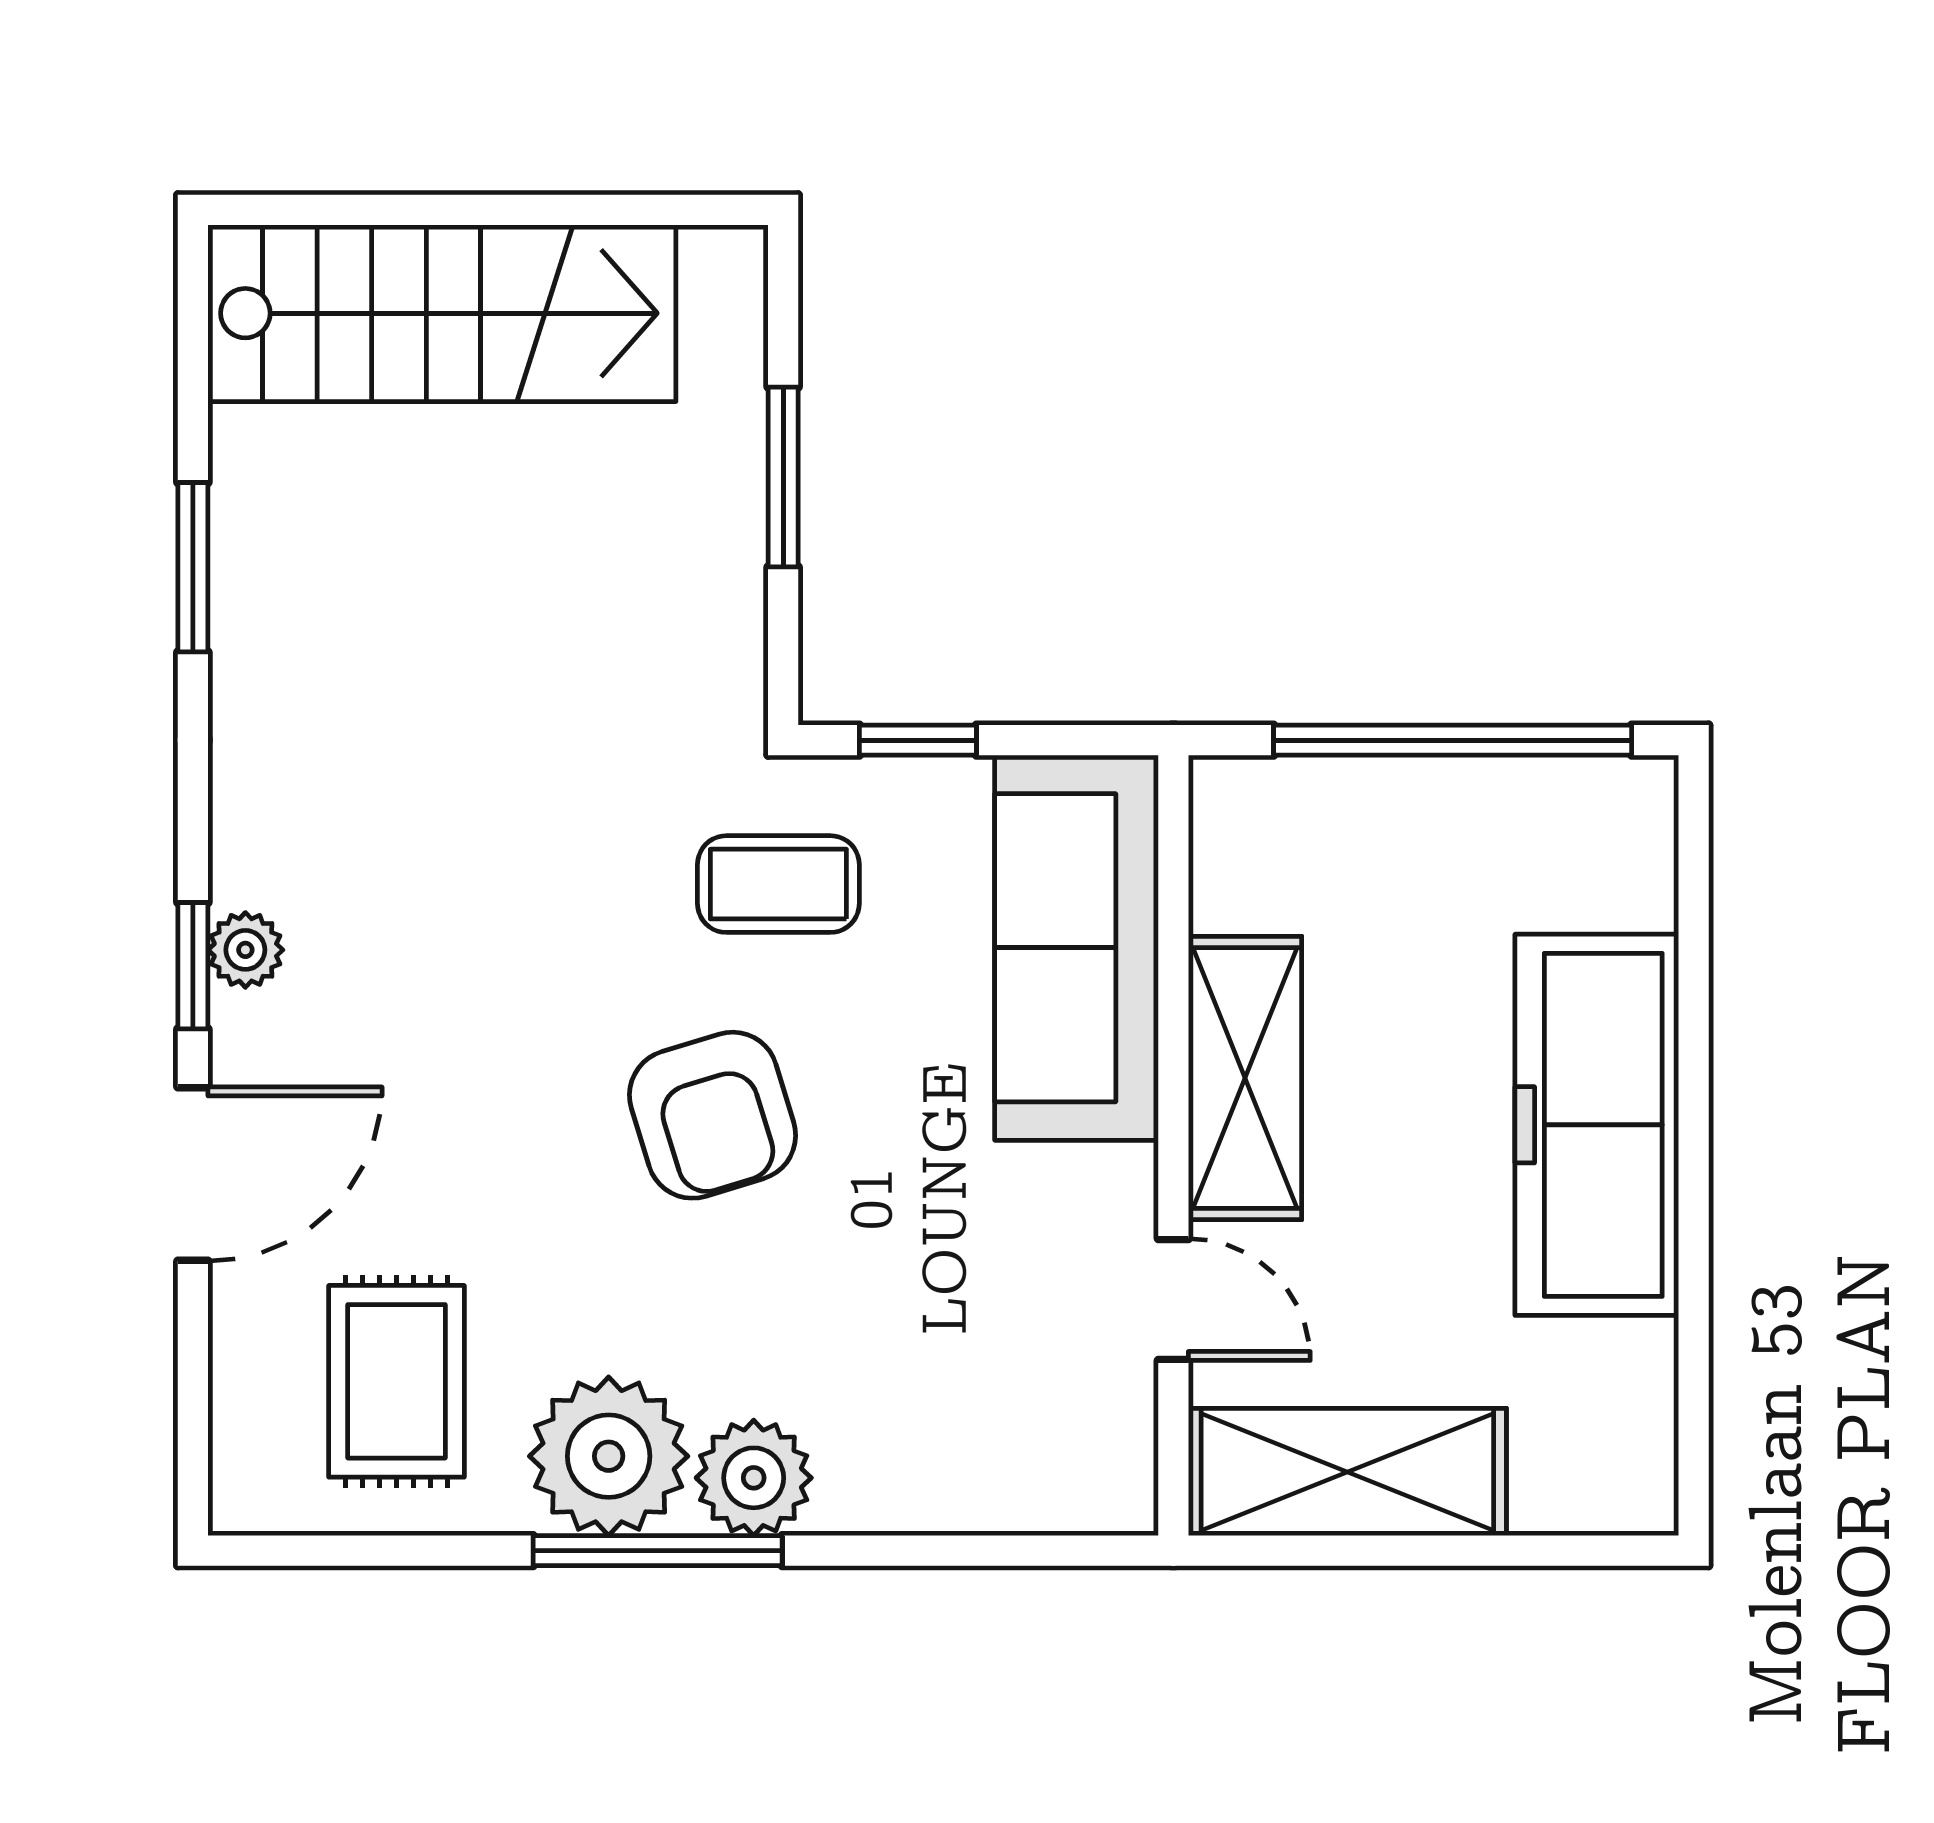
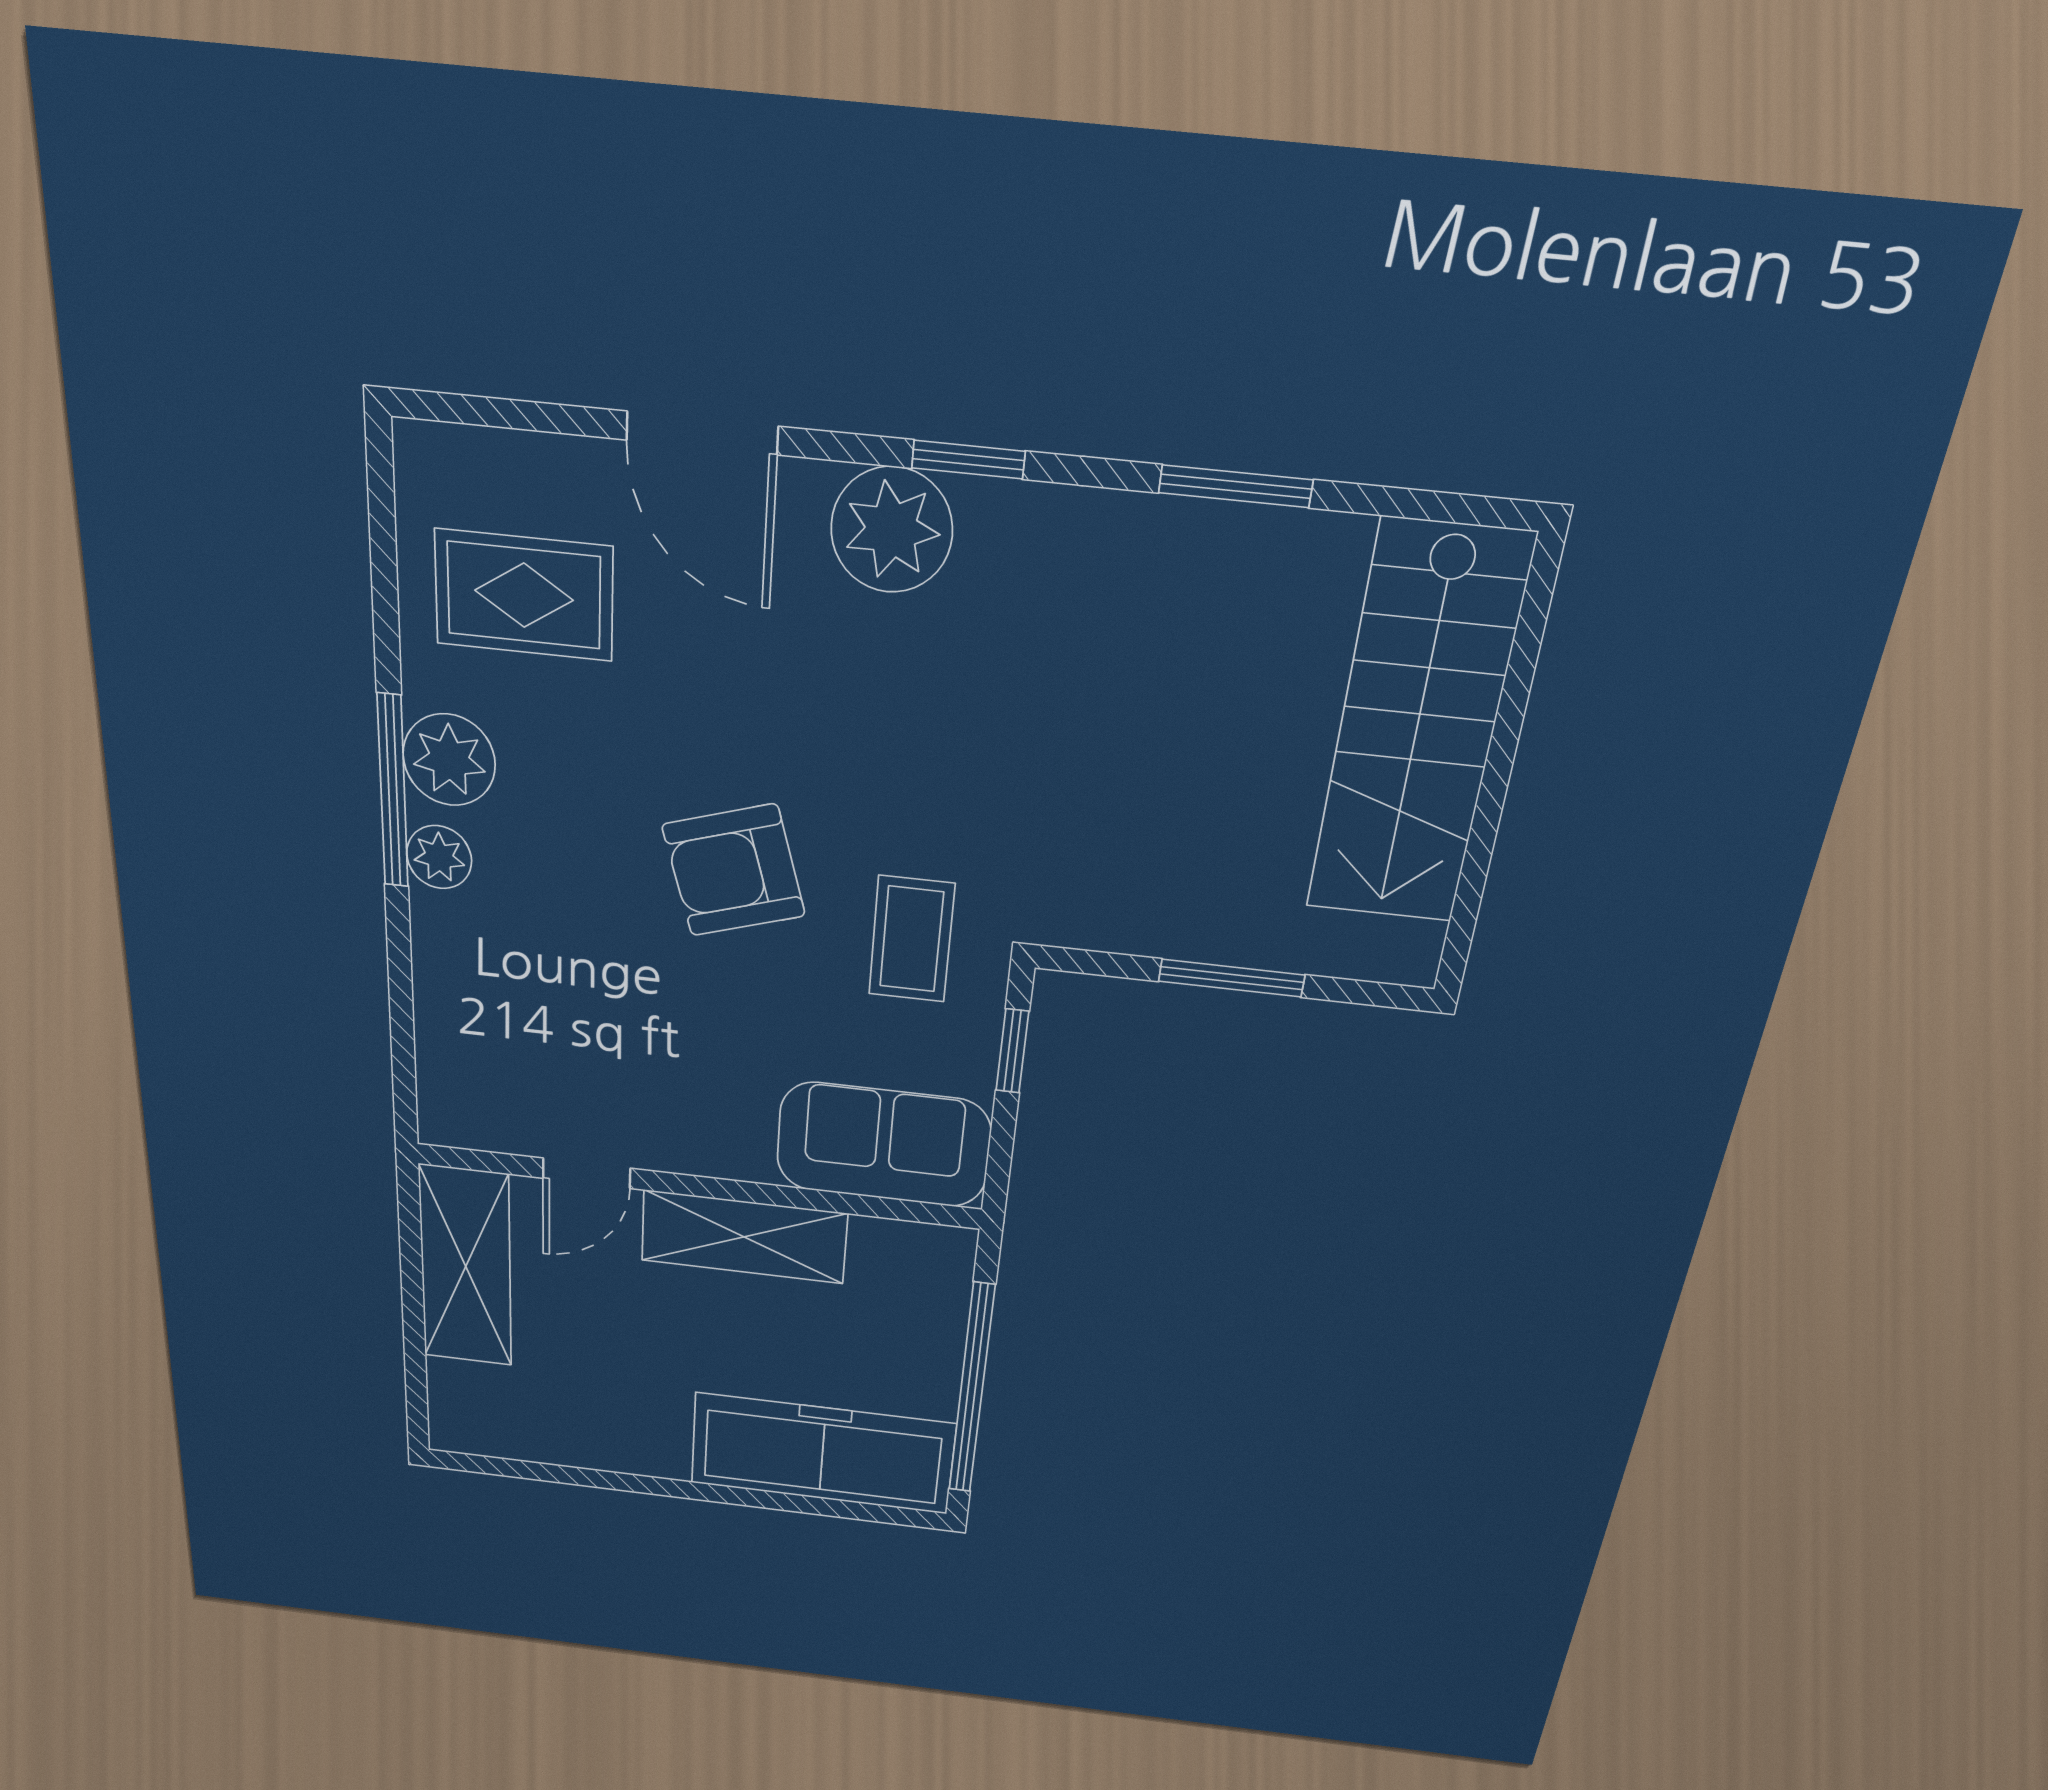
sofa: (1076, 948) -> (883, 1145), width x0.73
plant: (245, 950) -> (892, 530), width x1.88, depth x1.88
window: (193, 966) -> (968, 460), moved
freezer: (1597, 1125) -> (822, 1454), moved
plant: (609, 1456) -> (449, 760), width x0.73, depth x0.73
plant: (754, 1478) -> (439, 857), width x0.73, depth x0.73

